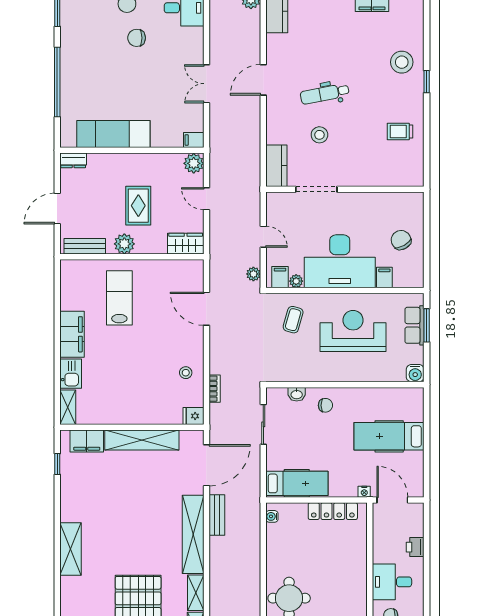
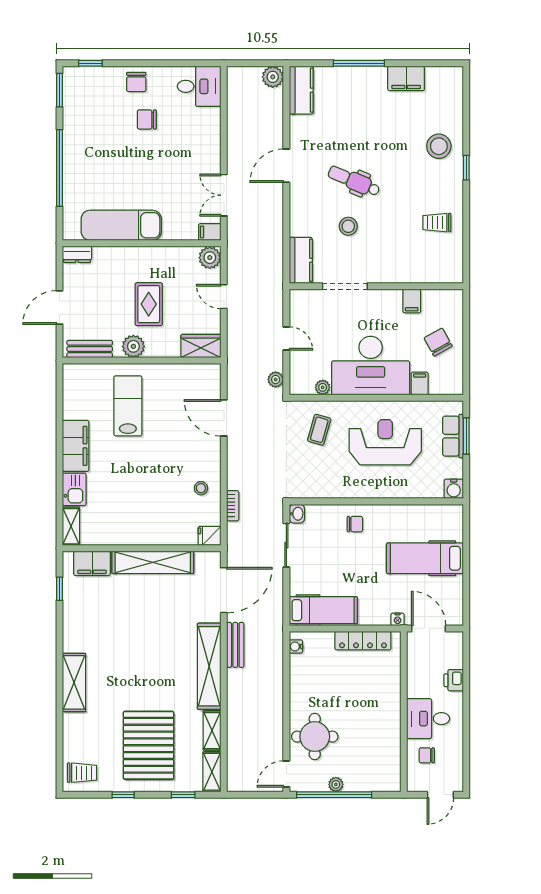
double door: (206, 84) -> (224, 195), moved
dental chair: (325, 94) -> (354, 181), turned 34
filing cabinet: (280, 277) -> (412, 301), moved, turned 180
washbasin: (297, 394) -> (297, 514), moved, turned -90

